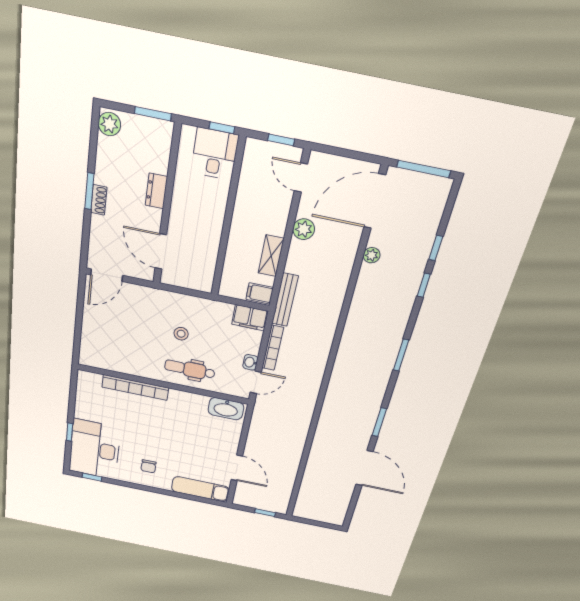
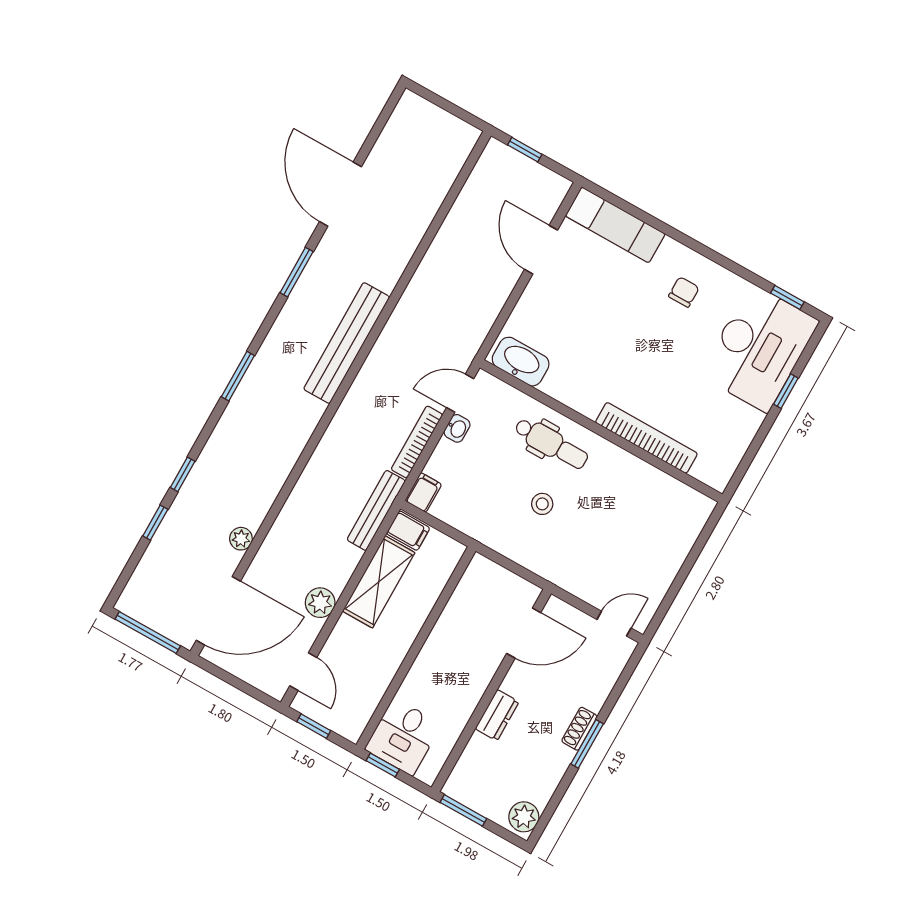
door: (161, 251) -> (524, 633), hinge flipped
shelving: (271, 256) -> (379, 582), width x1.50, depth x1.33
door: (107, 275) -> (614, 624), width x0.73
filing cabinet: (250, 318) -> (423, 492), width x0.50
bench: (336, 392) -> (347, 343), added

